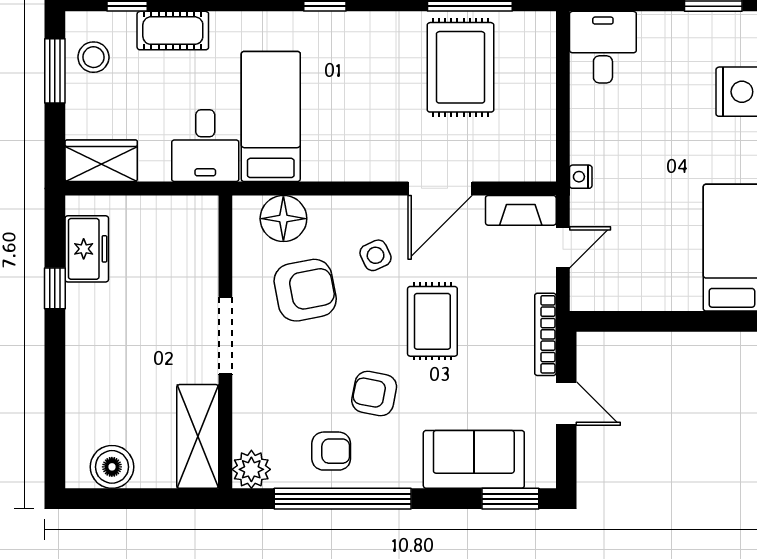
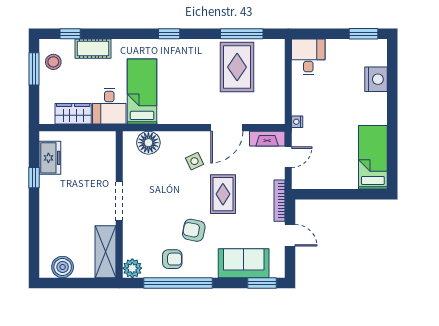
wardrobe: (101, 161) -> (73, 114), moved
armchair: (305, 290) -> (159, 179), removed

